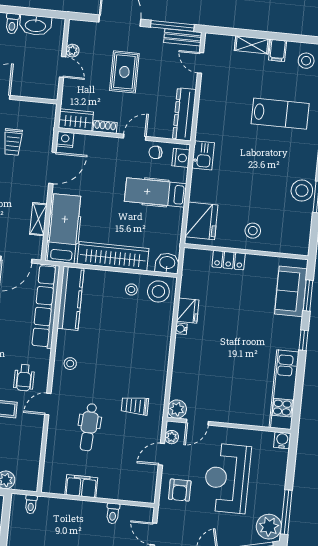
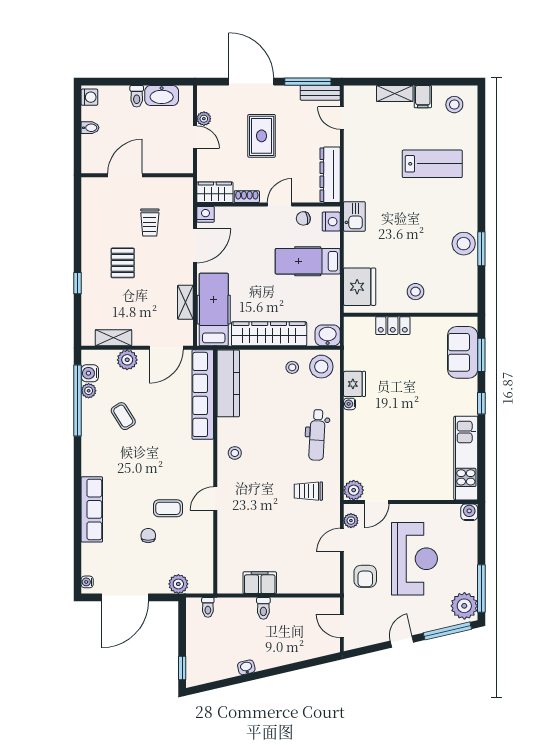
wheelchair: (24, 378) -> (187, 473), removed
dental chair: (89, 427) -> (317, 435), moved
reception desk: (227, 478) -> (414, 559), turned 180
toilet: (113, 513) -> (263, 608), moved

